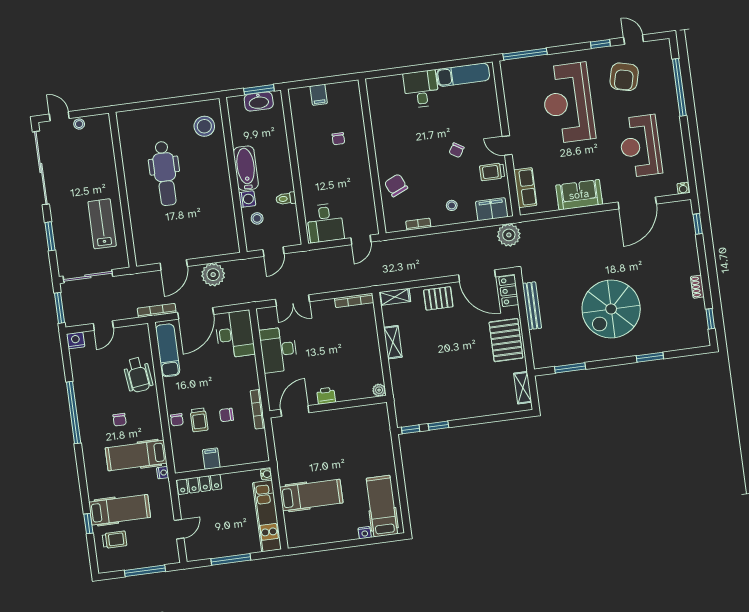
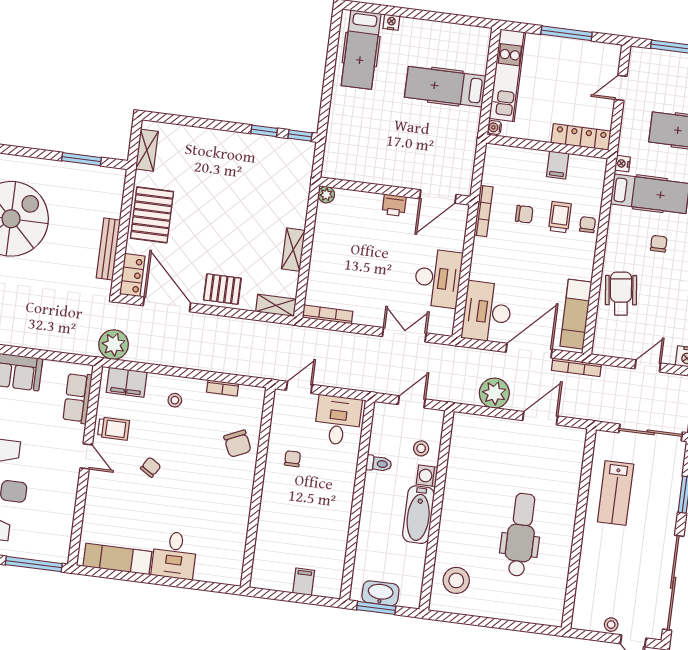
chair: (338, 139) -> (293, 459), moved

